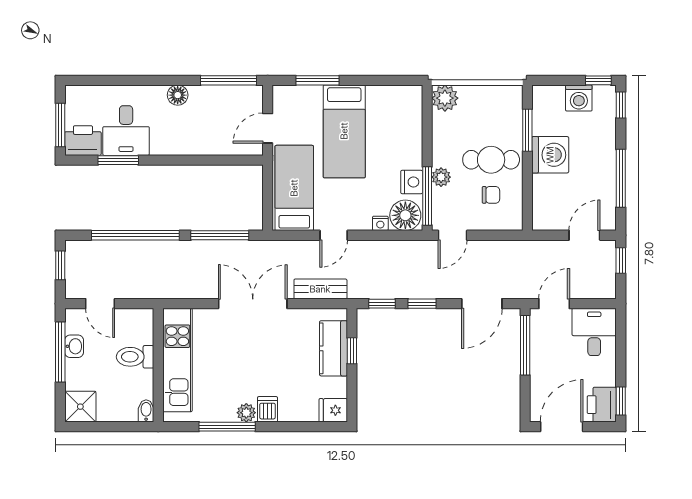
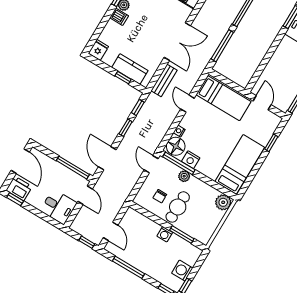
window: (318, 80) -> (271, 143), width x0.67
bed: (344, 131) -> (240, 164), moved, turned 90
washing machine: (550, 155) -> (165, 234), width x0.53, depth x0.53

